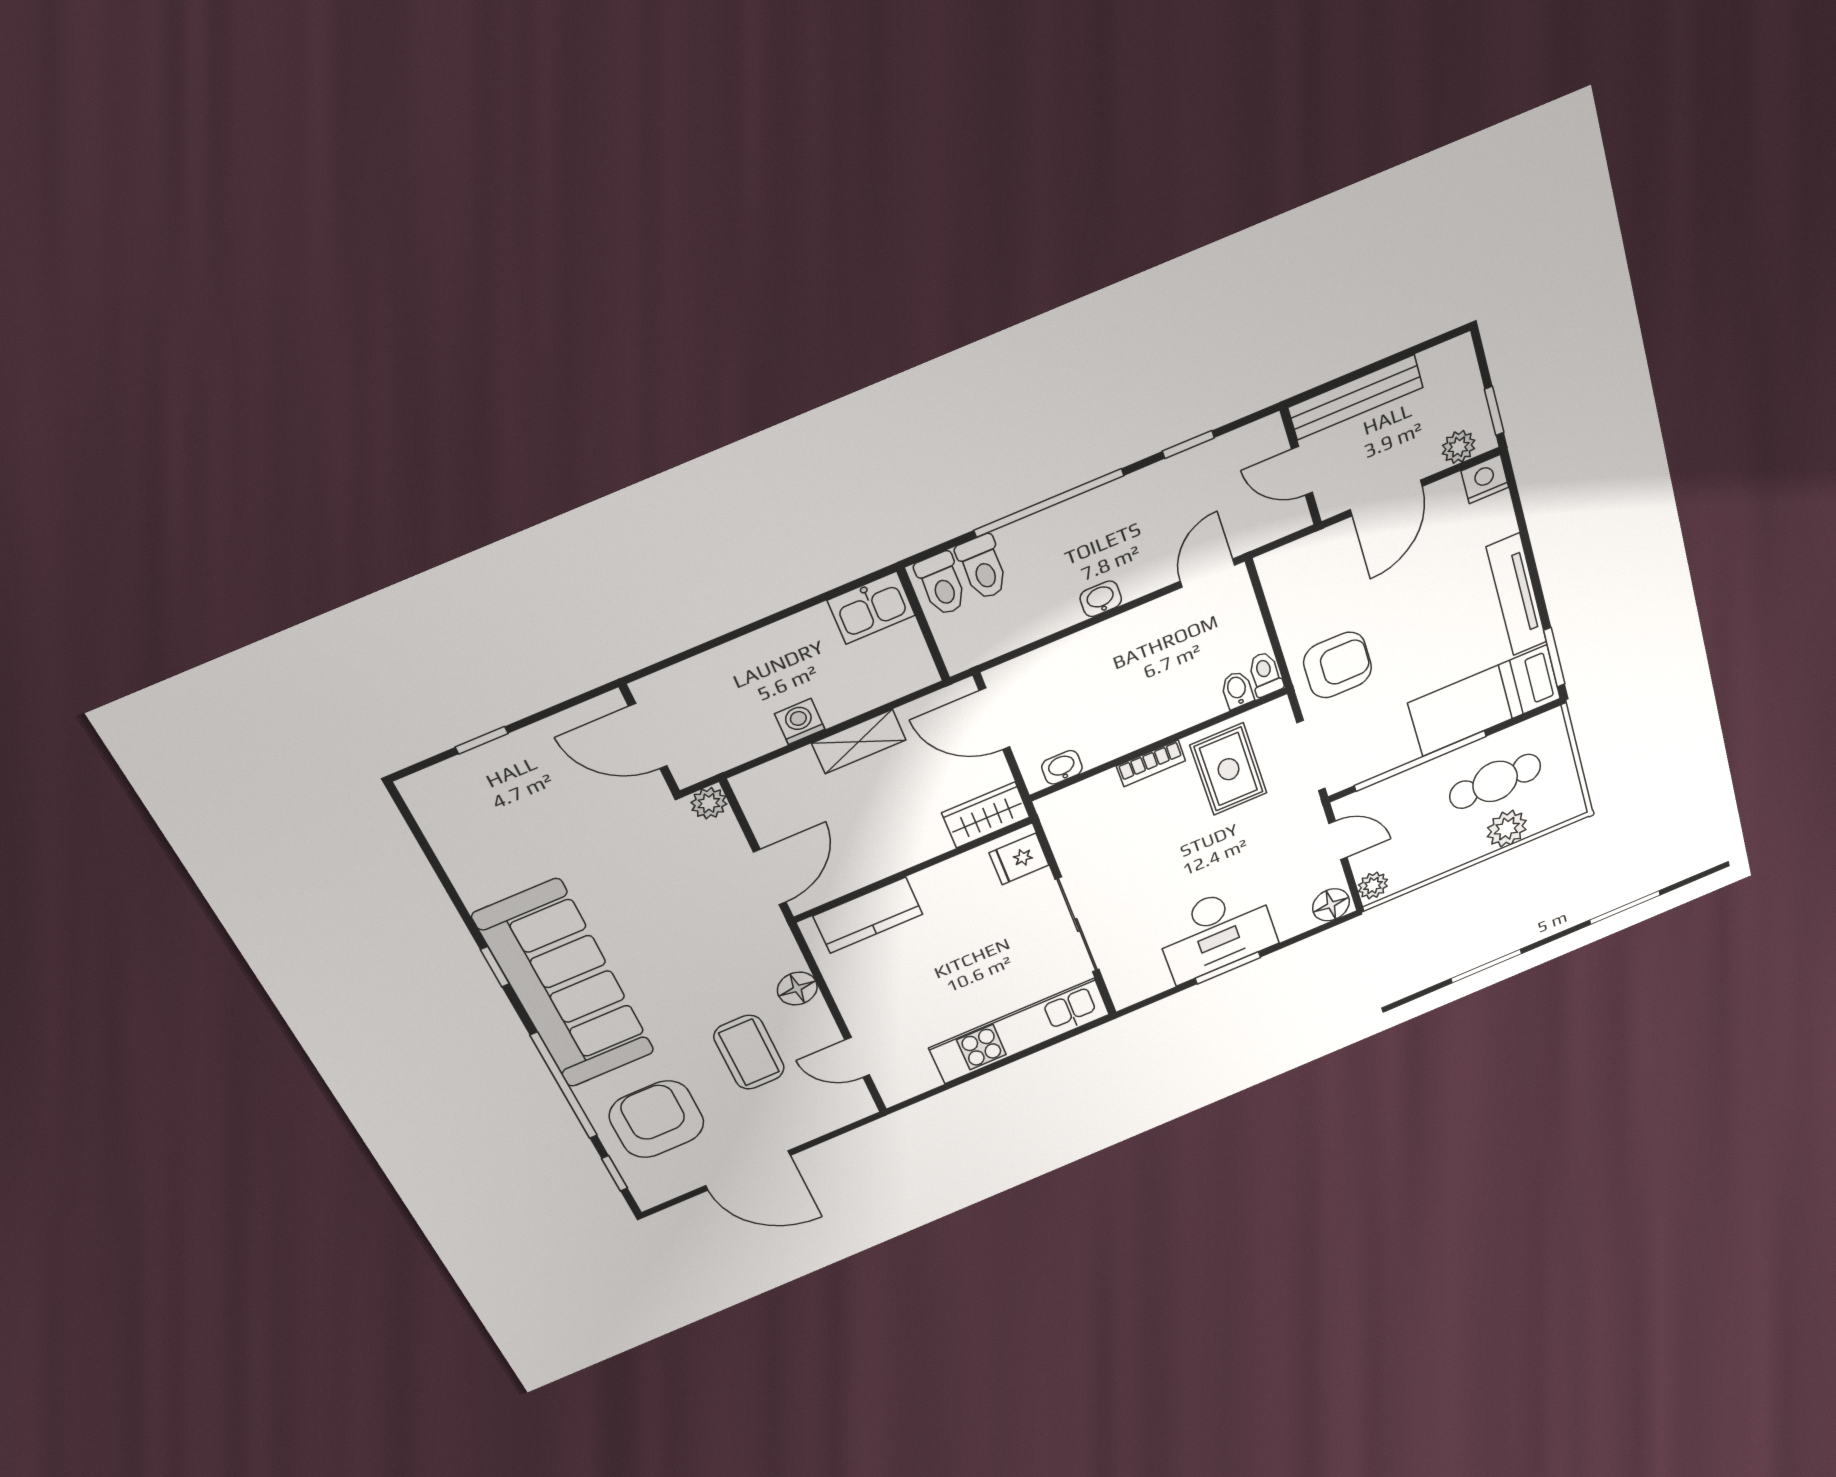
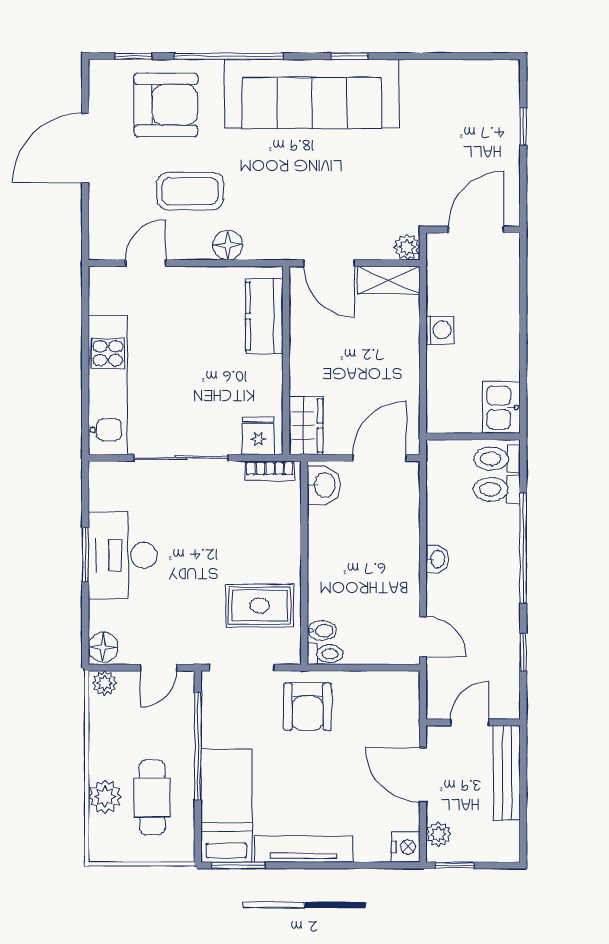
shelving: (859, 742) -> (389, 280), moved, turned 90
bookcase: (1151, 763) -> (270, 471), moved, turned -90
washbasin: (1062, 767) -> (324, 485), width x1.38, depth x1.45

